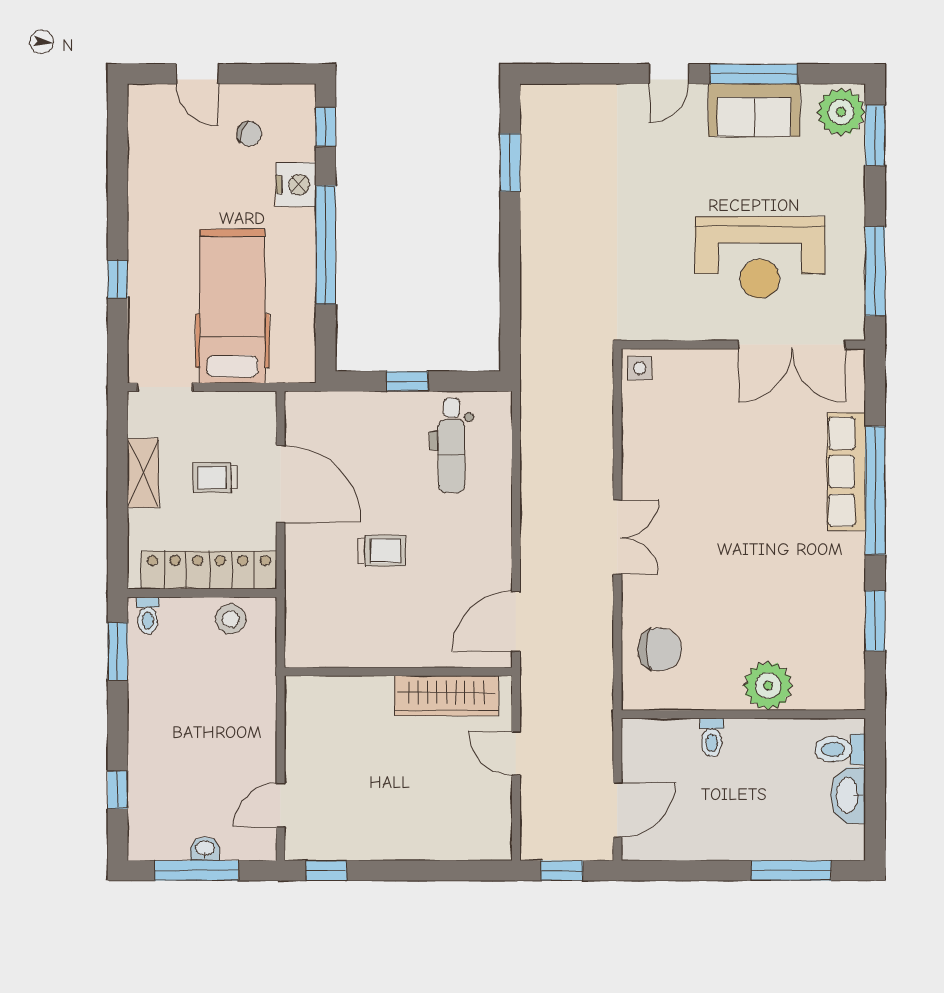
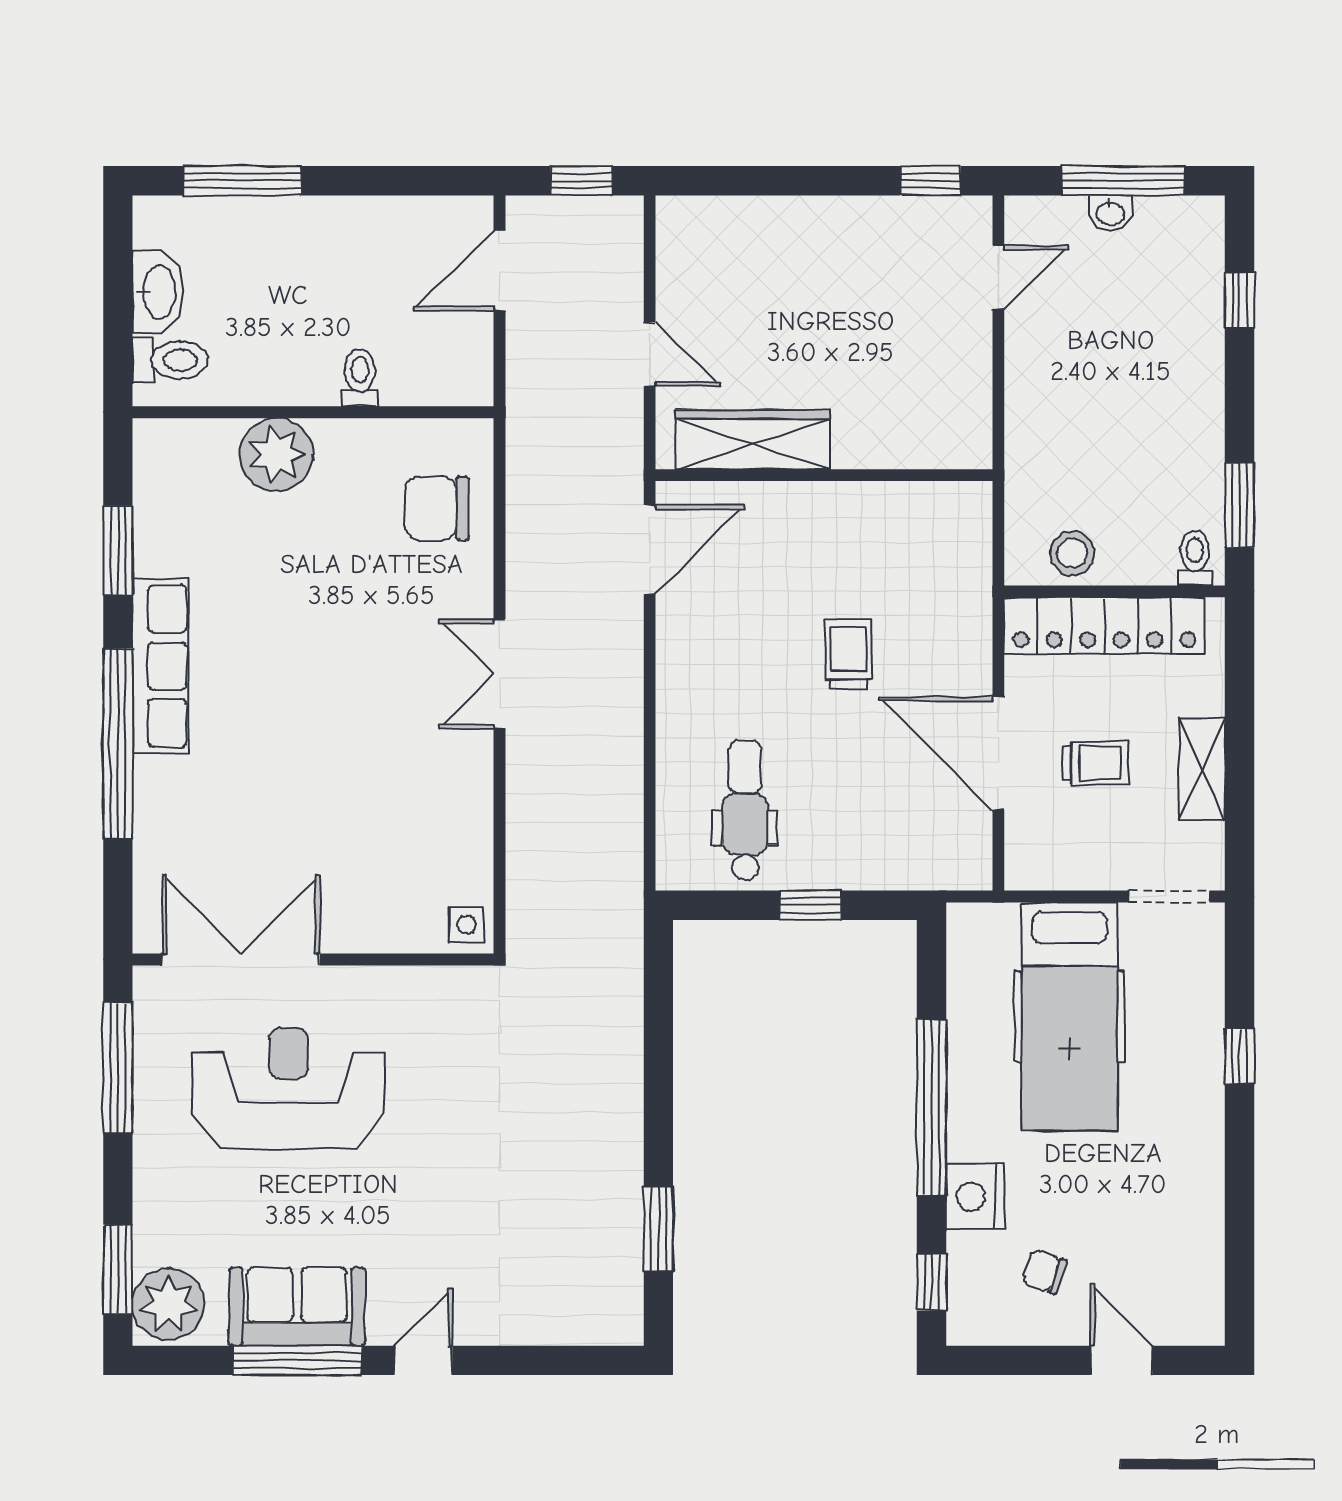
row of seats: (846, 472) -> (161, 666), moved
trolley: (382, 551) -> (848, 654), turned 90

